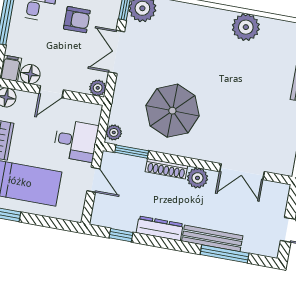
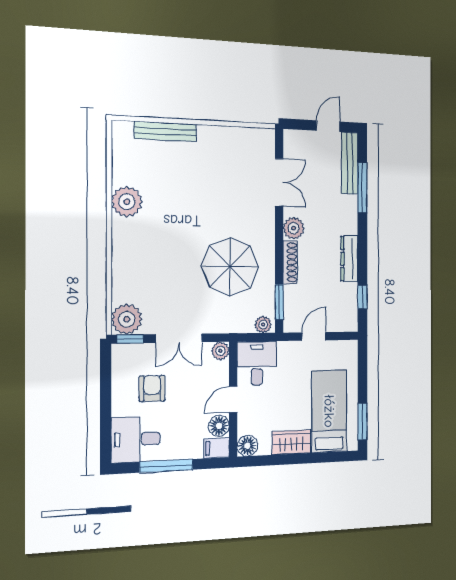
door: (51, 92) -> (233, 399), swing flipped
desk: (76, 141) -> (257, 363), moved
bench: (212, 238) -> (350, 163), moved

